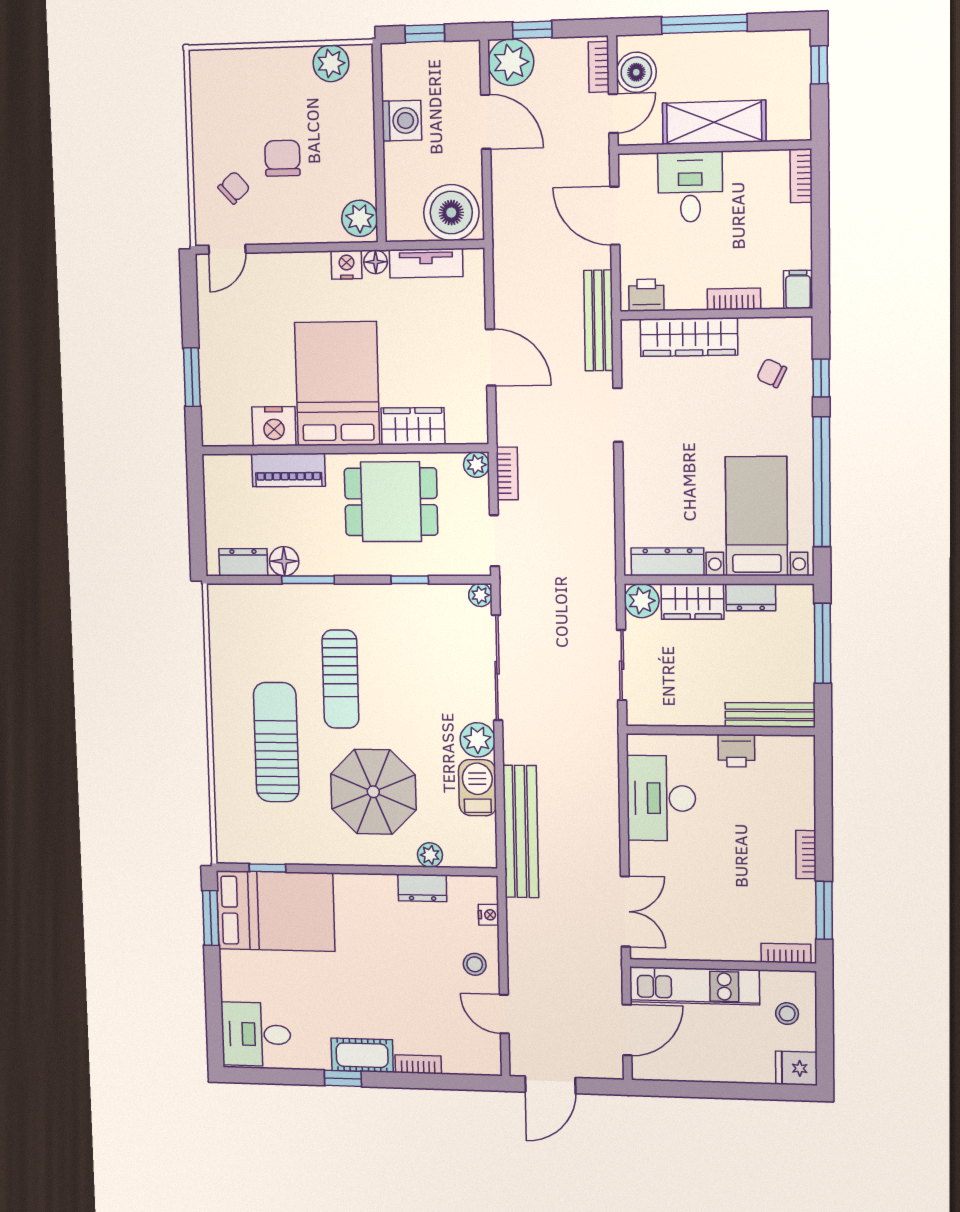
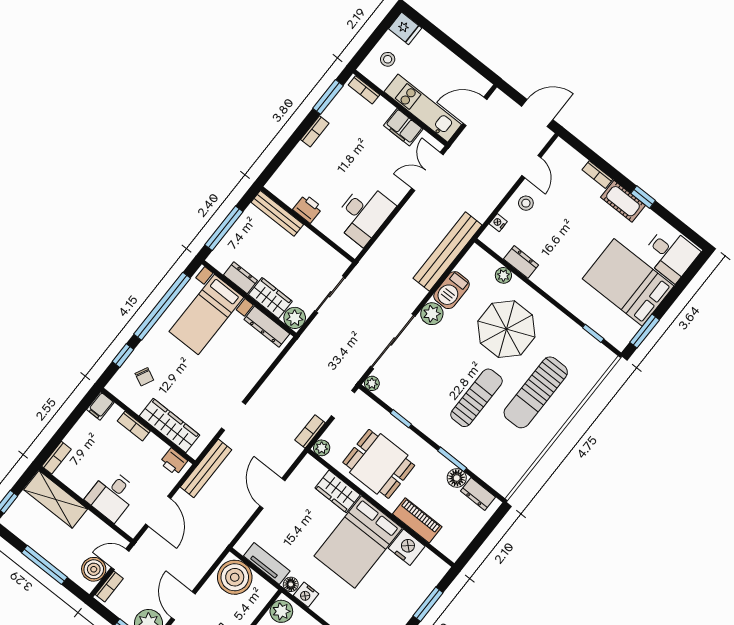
shelving: (714, 122) -> (56, 499), moved
bed: (275, 911) -> (628, 282), moved
filing cabinet: (699, 944) -> (403, 127), added

